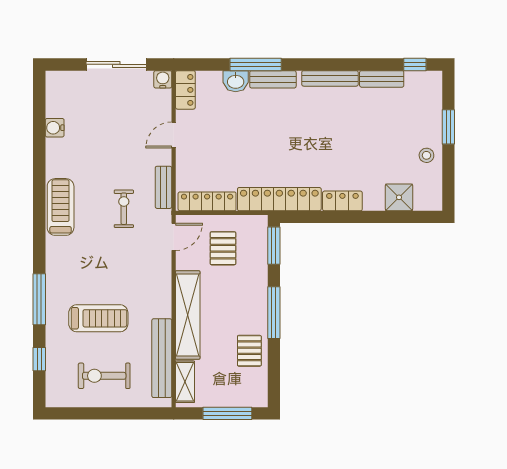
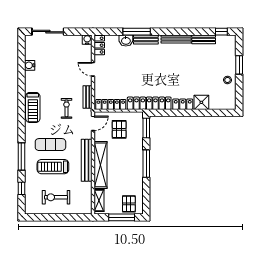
sliding door: (116, 64) -> (48, 32), moved
door: (174, 135) -> (93, 69), hinge flipped
shower: (399, 197) -> (201, 102), moved
treadmill: (61, 207) -> (33, 107), turned 180
exercise mat: (94, 277) -> (50, 145), added
treadmill: (98, 318) -> (53, 167), turned 180
pallet: (249, 351) -> (129, 204), moved
bench: (162, 358) -> (87, 160), moved

